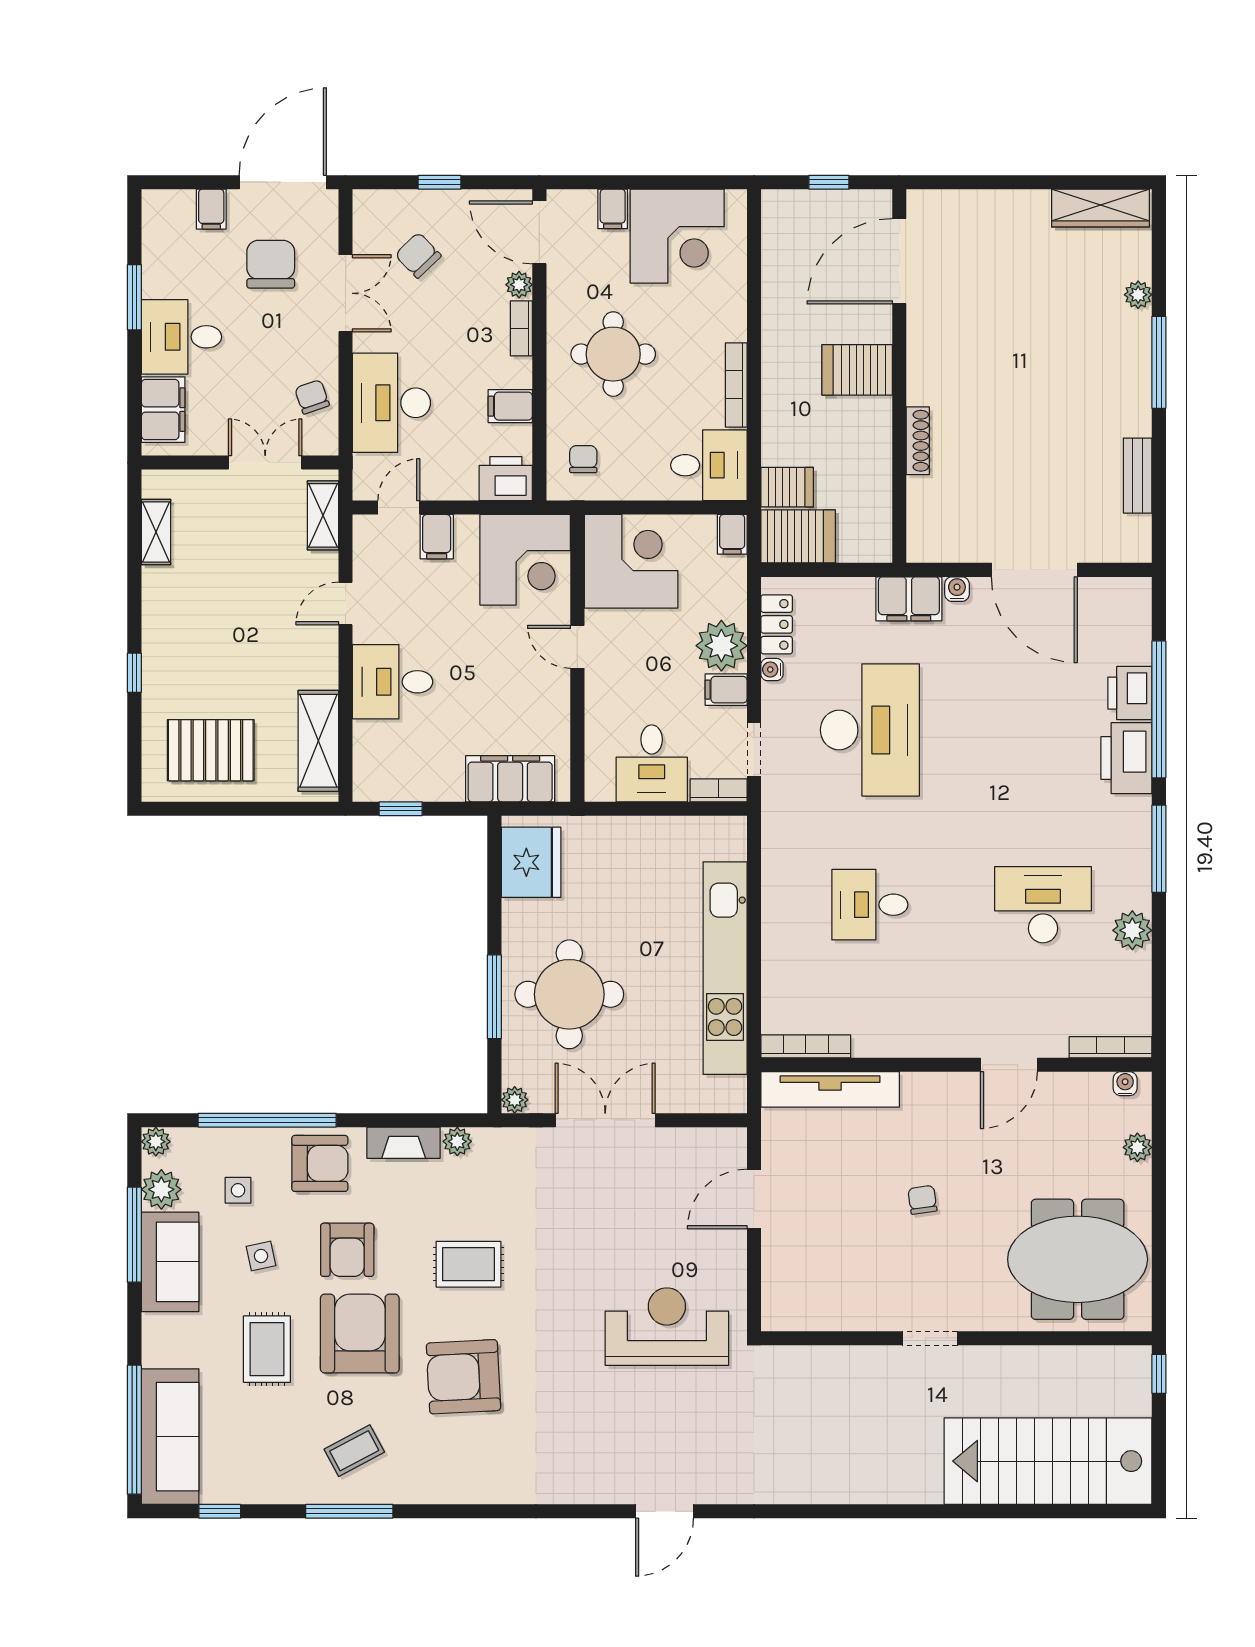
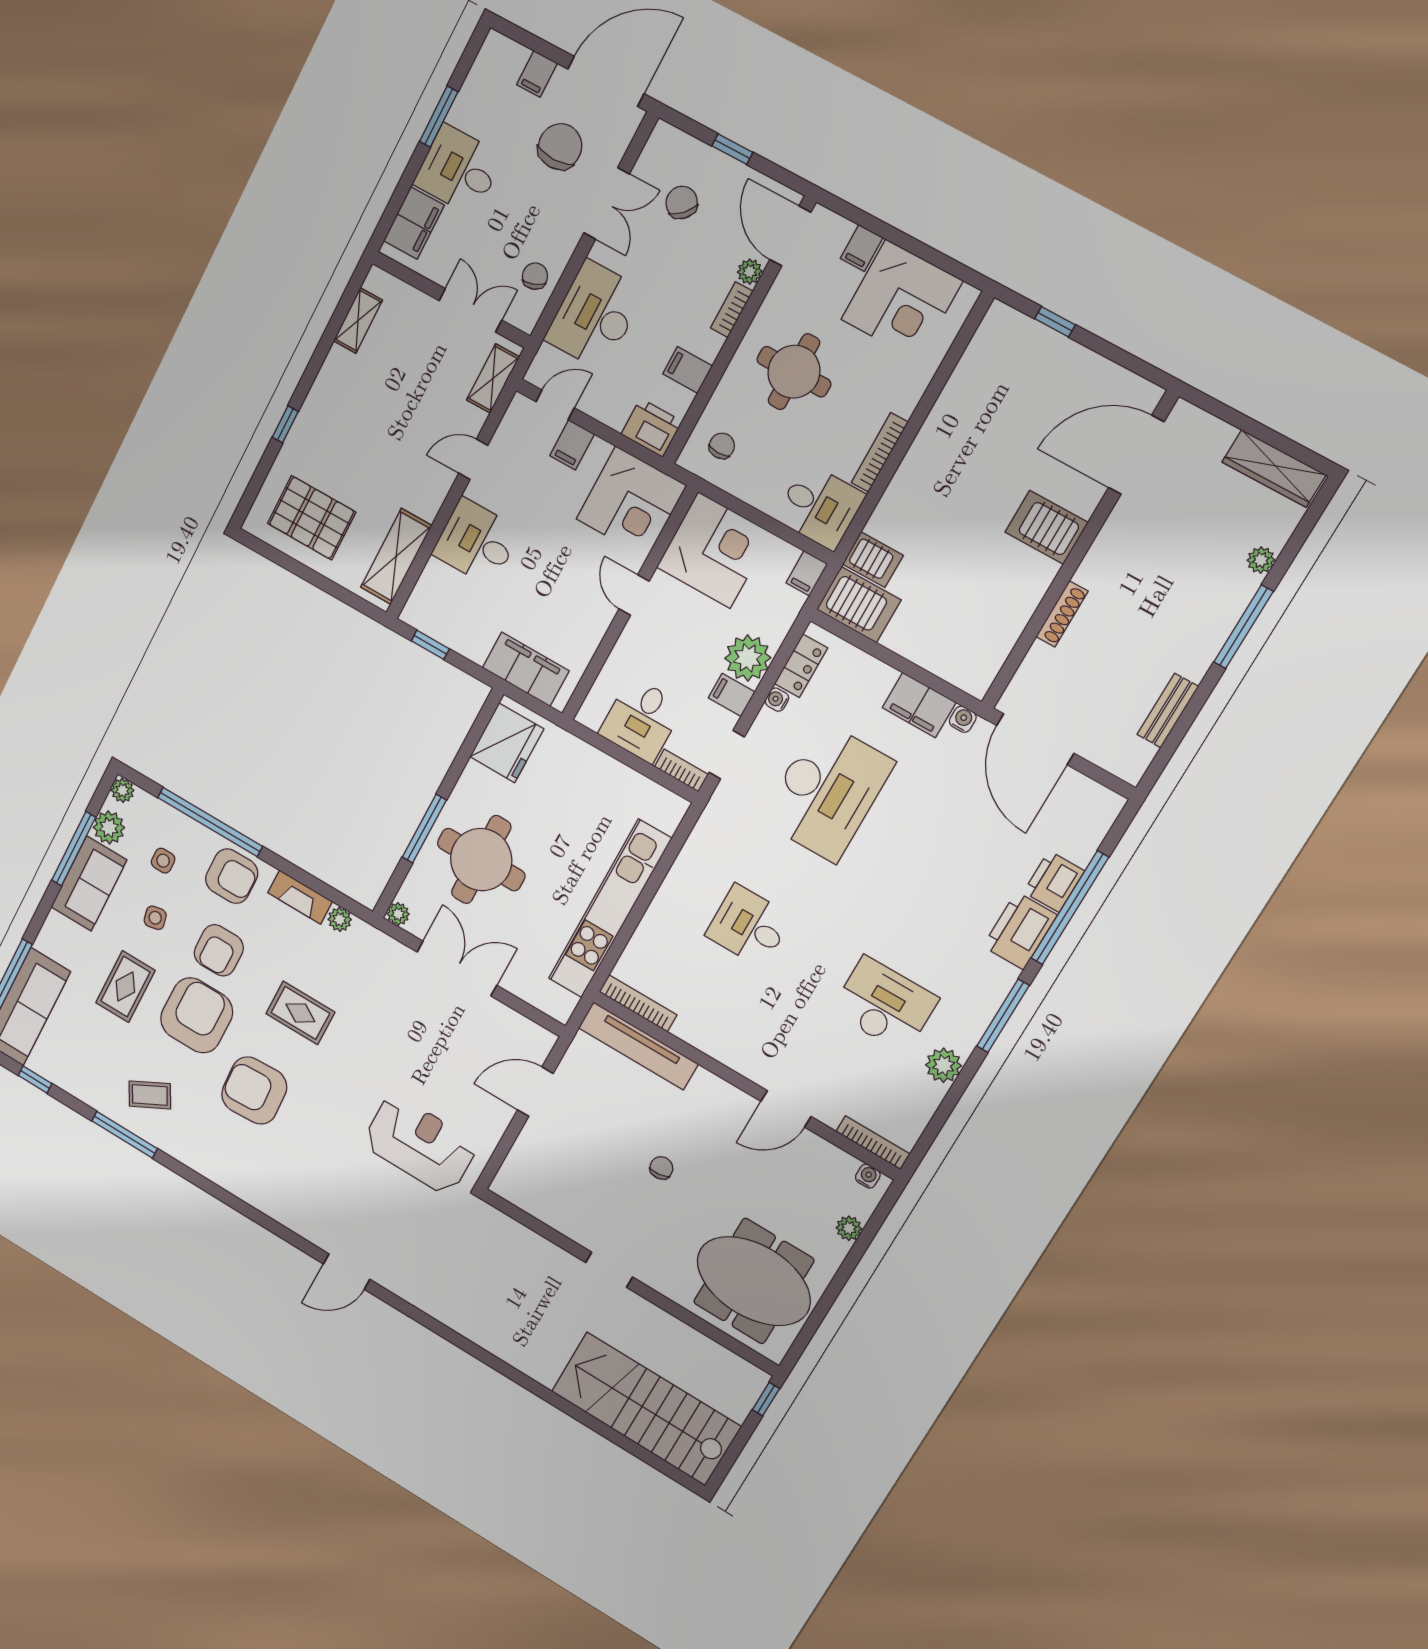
door: (899, 261) -> (1136, 455), moved
server rack: (857, 370) -> (1047, 527), moved
wall: (899, 376) -> (1079, 552), moved
shoe rack: (918, 441) -> (1062, 614), moved

